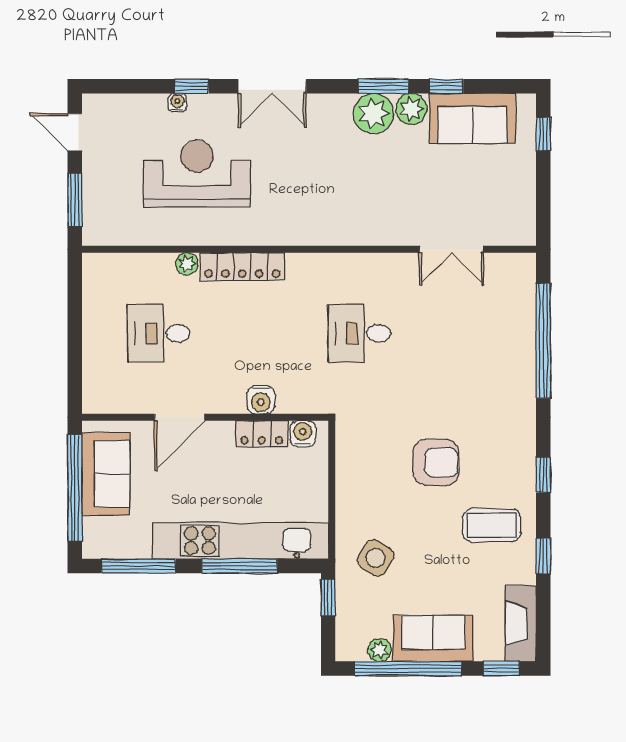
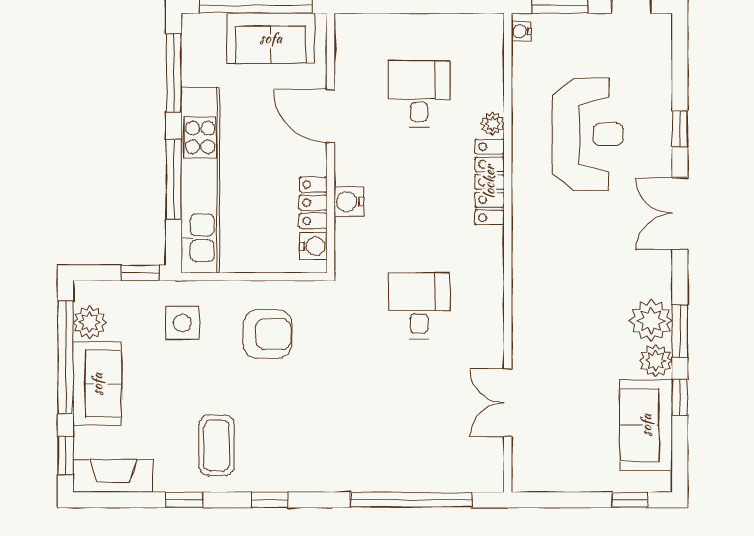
water cooler: (177, 103) -> (521, 31), moved, turned 180
armchair: (436, 462) -> (267, 334), moved, turned -90
side table: (376, 558) -> (182, 323), turned -31
plant: (379, 650) -> (90, 322), width x1.38, depth x1.38

